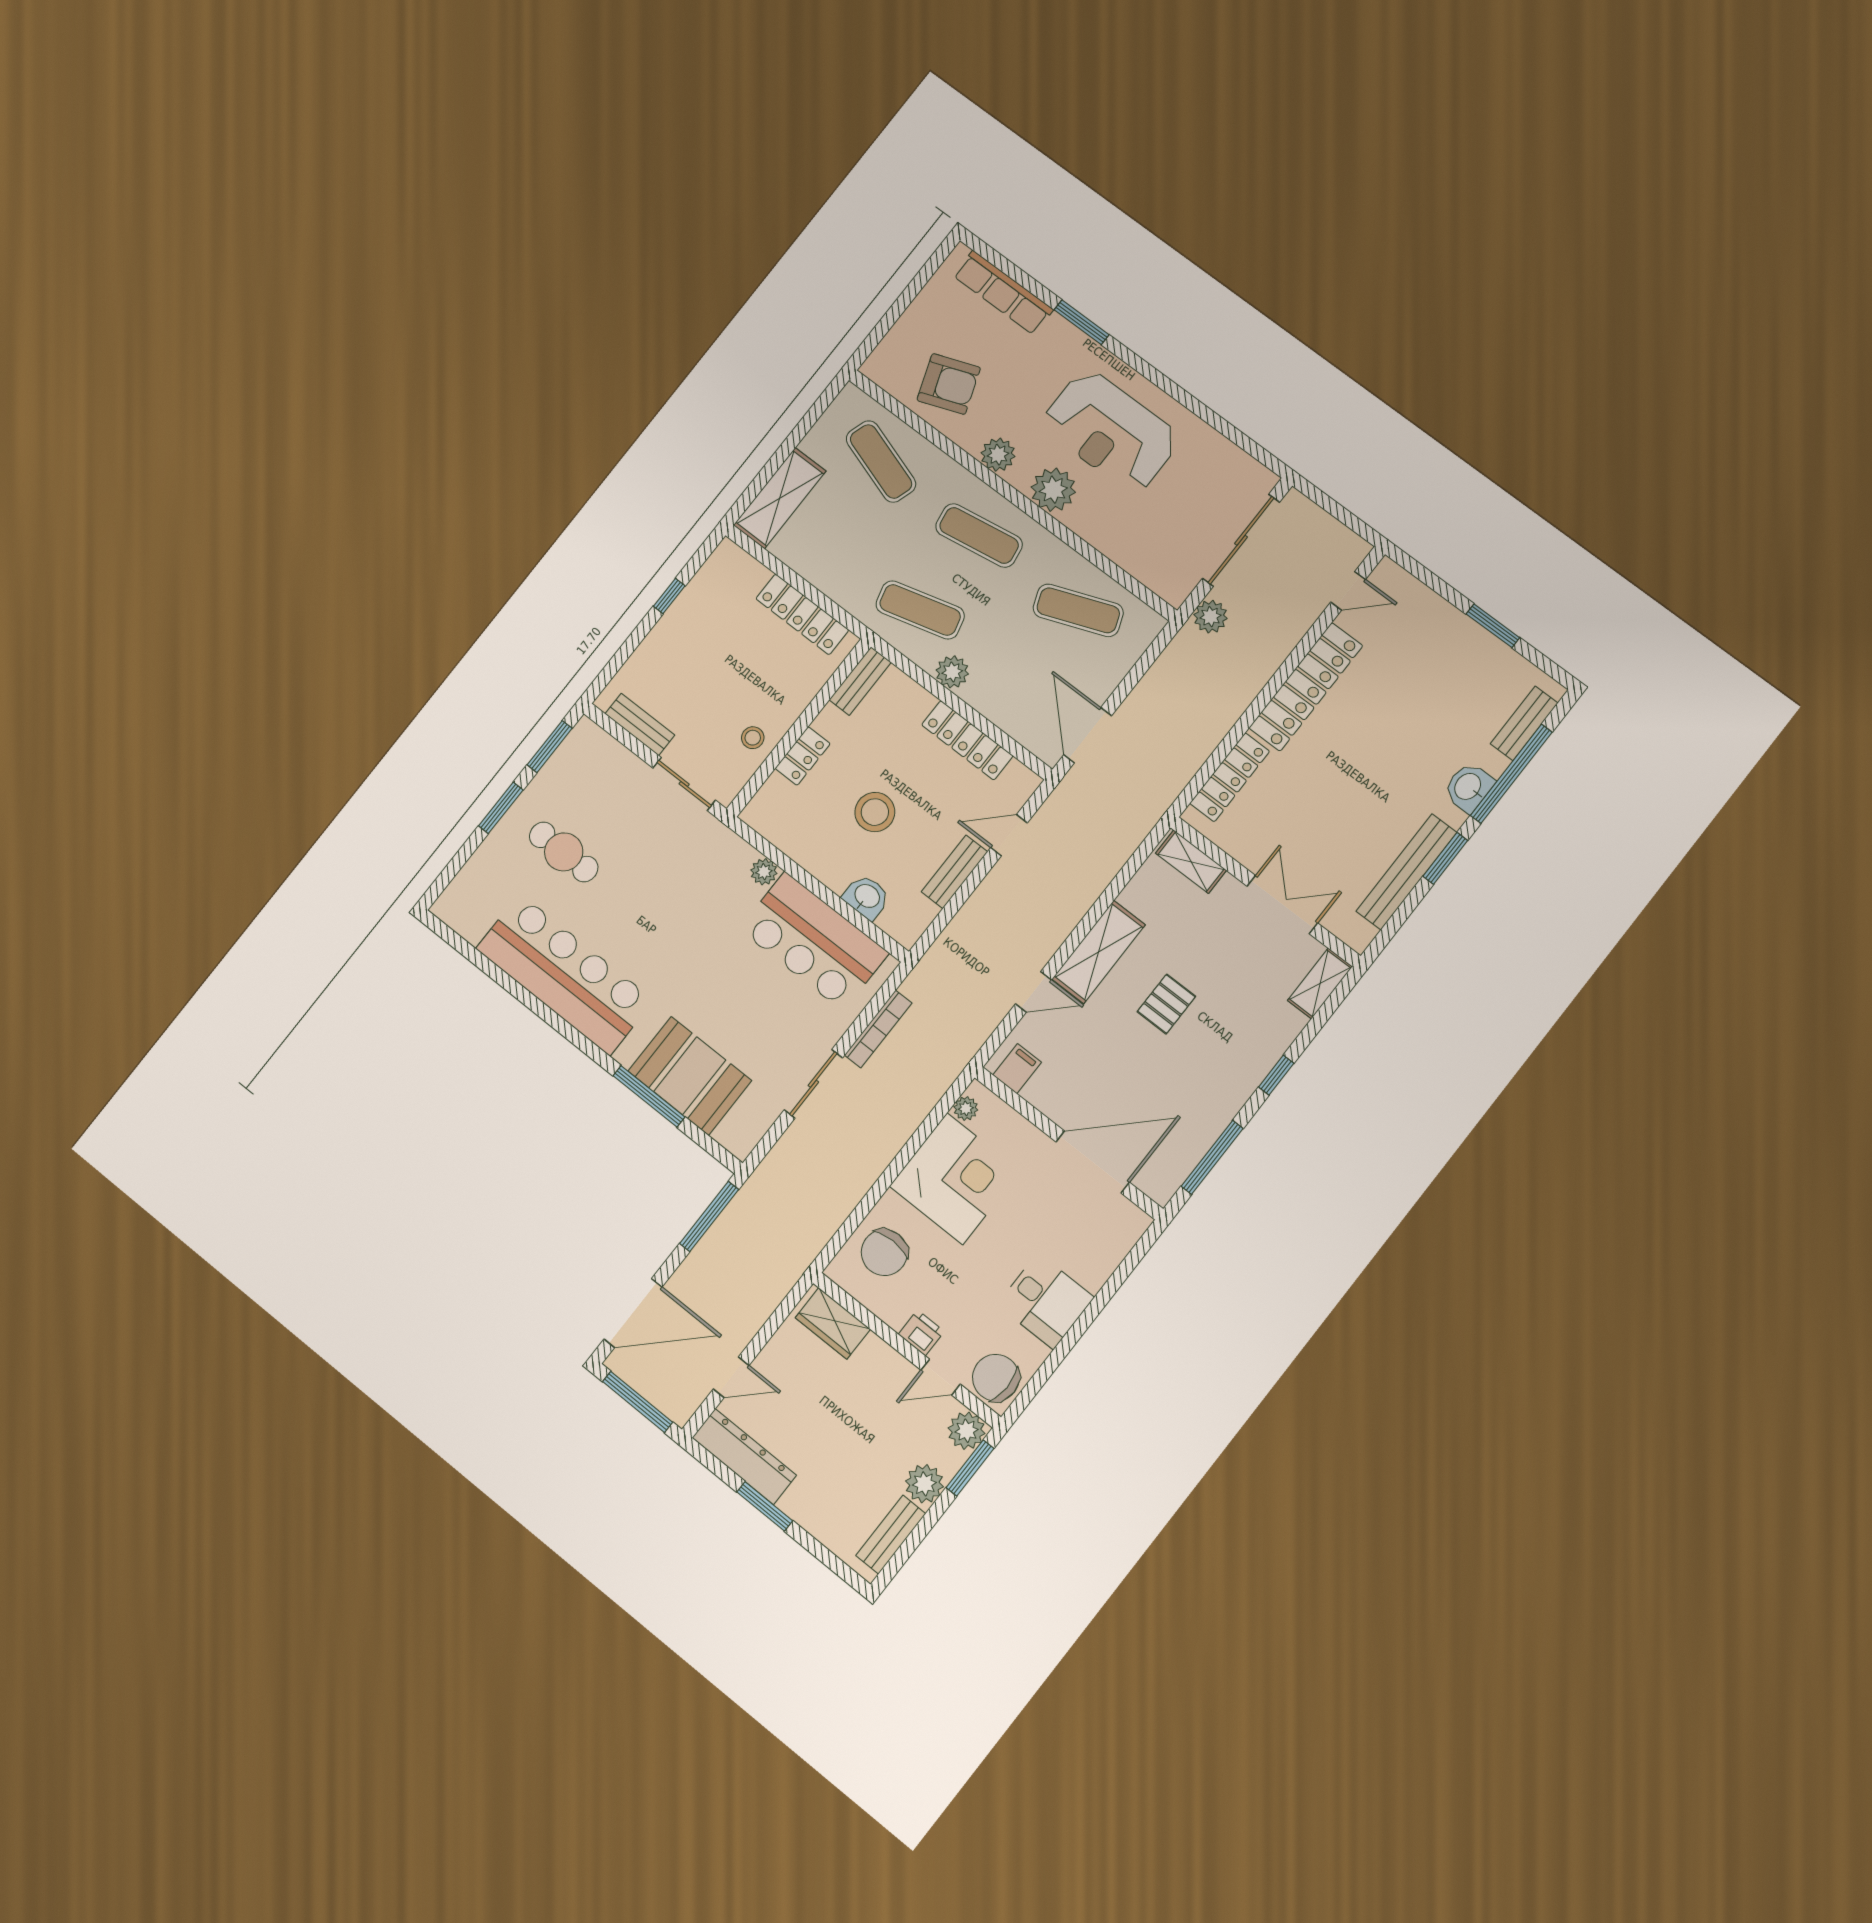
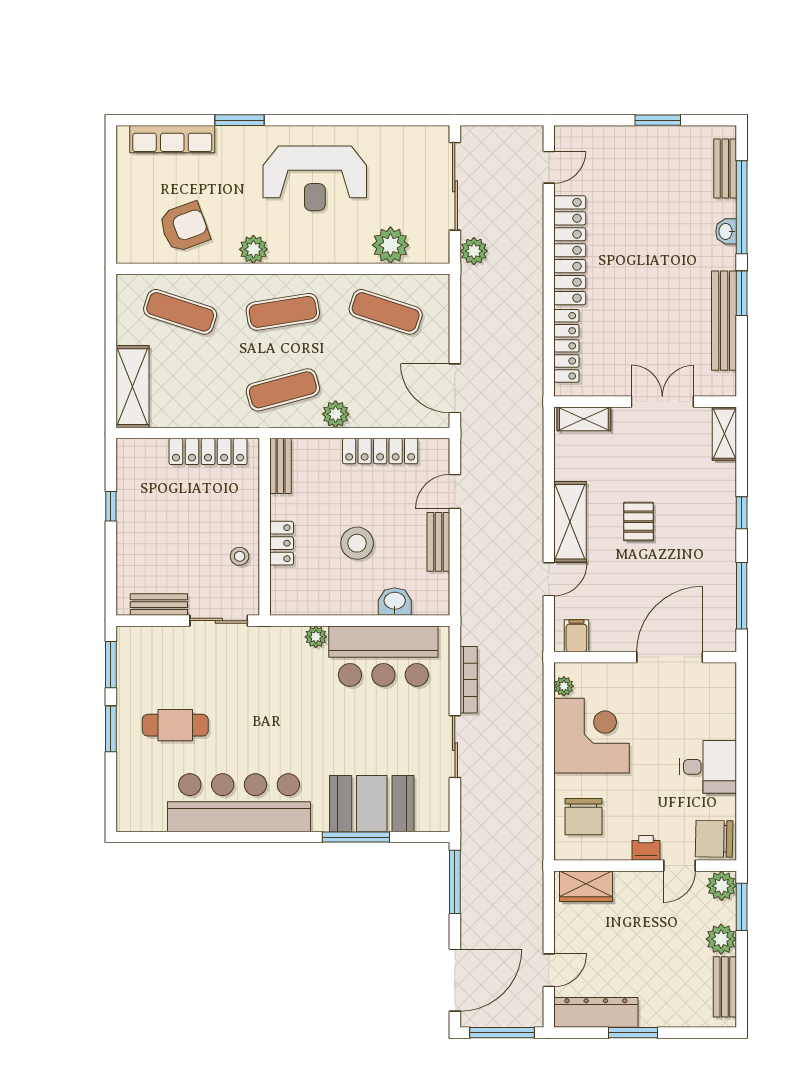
plant: (1053, 490) -> (390, 245), moved
exercise mat: (1078, 610) -> (386, 312), turned 39
washbasin: (1469, 787) -> (726, 231), width x0.72, depth x0.69

